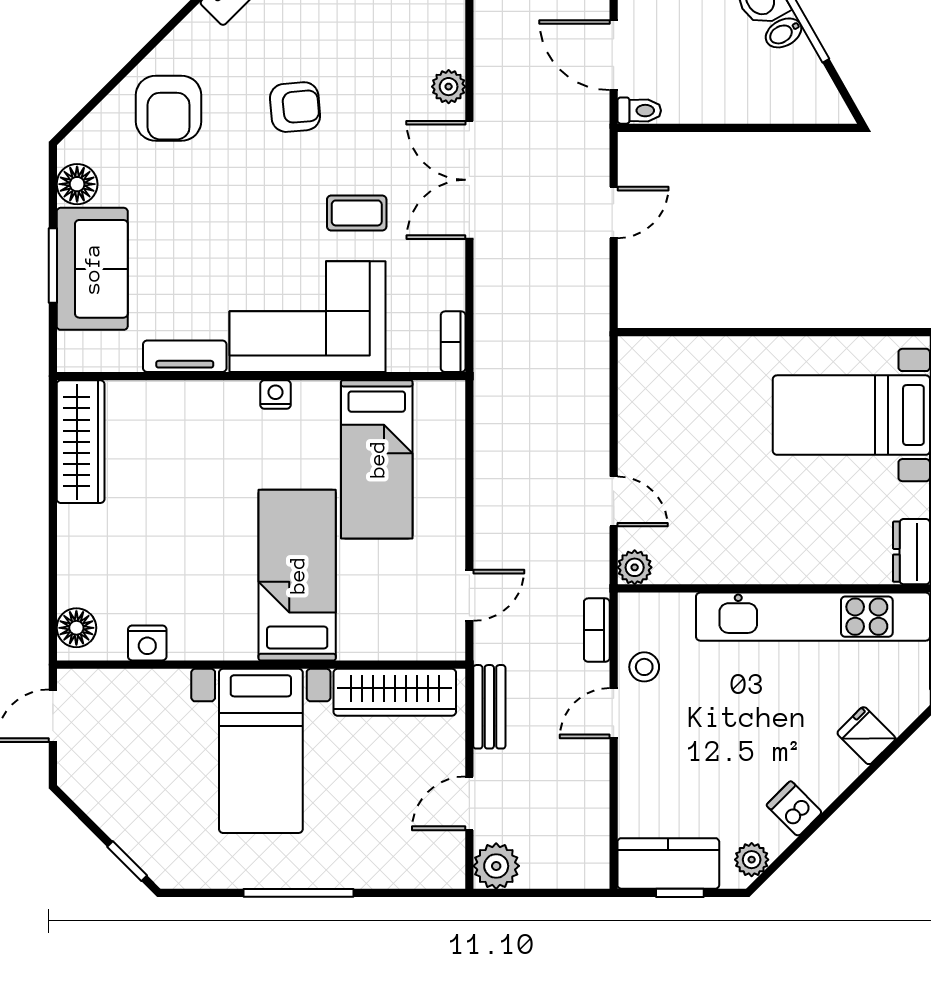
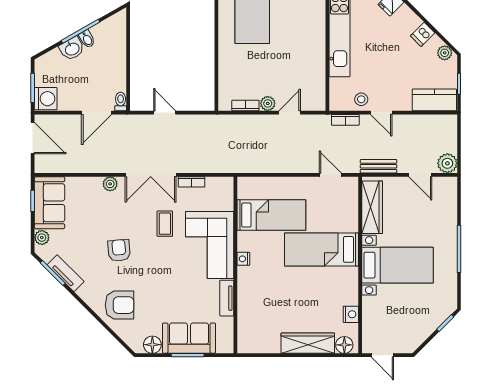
bookcase: (453, 342) -> (192, 182), moved
bookcase: (630, 399) -> (245, 105), added
wardrobe: (81, 442) -> (308, 343), moved
plant: (635, 567) -> (268, 103), moved
kitchen counter: (668, 863) -> (434, 100), moved, turned 90

